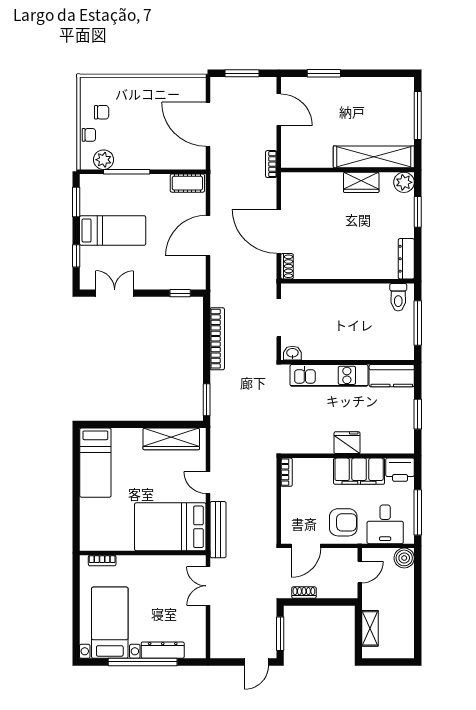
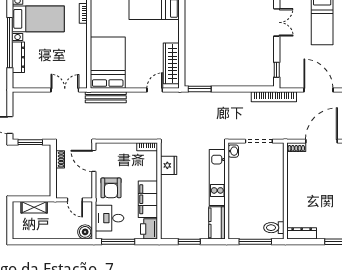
bookcase: (217, 339) -> (274, 97), moved
fridge: (347, 443) -> (169, 165), moved
door: (208, 483) -> (155, 90), moved

